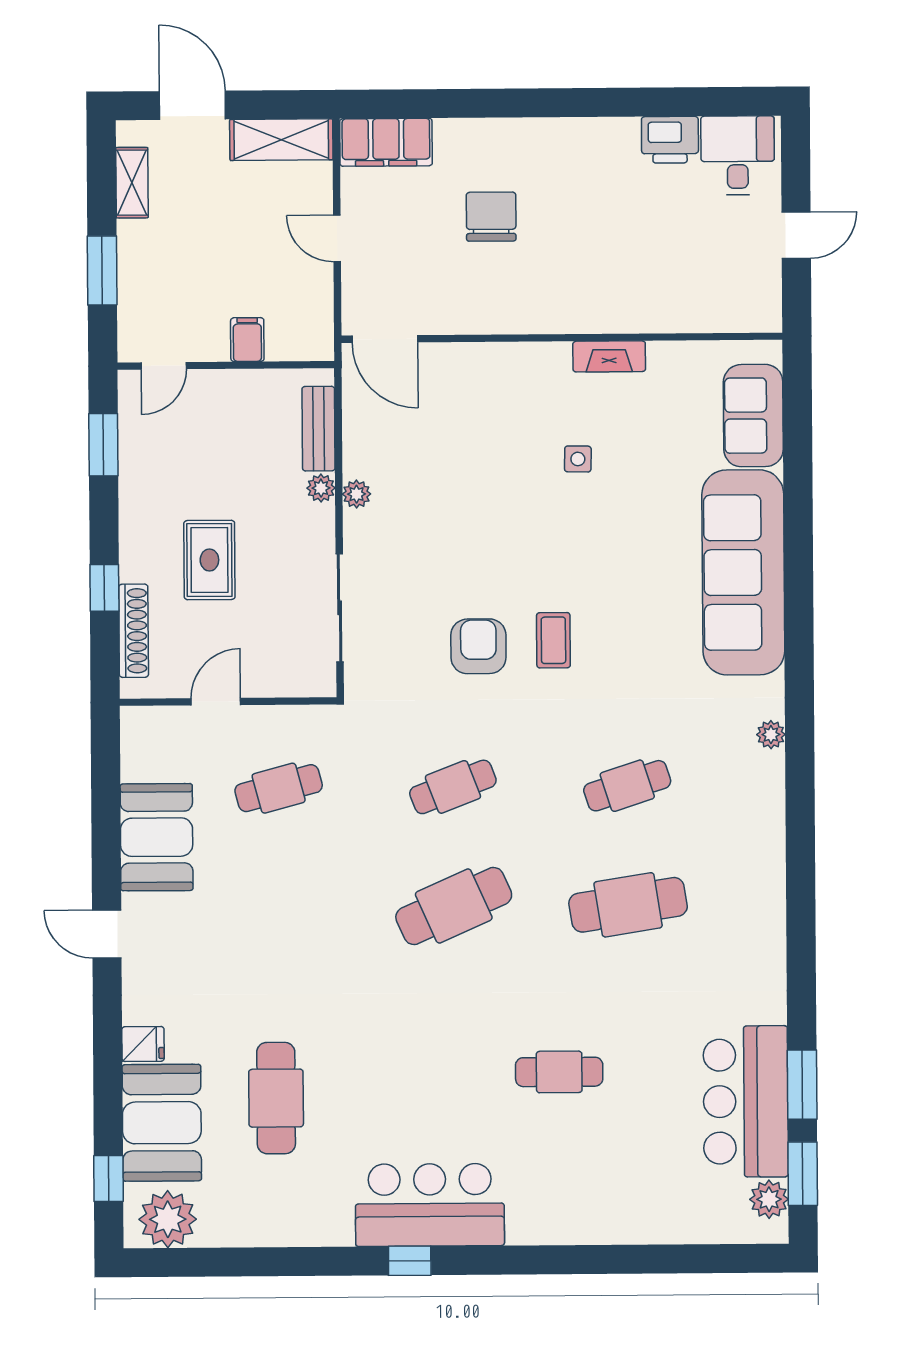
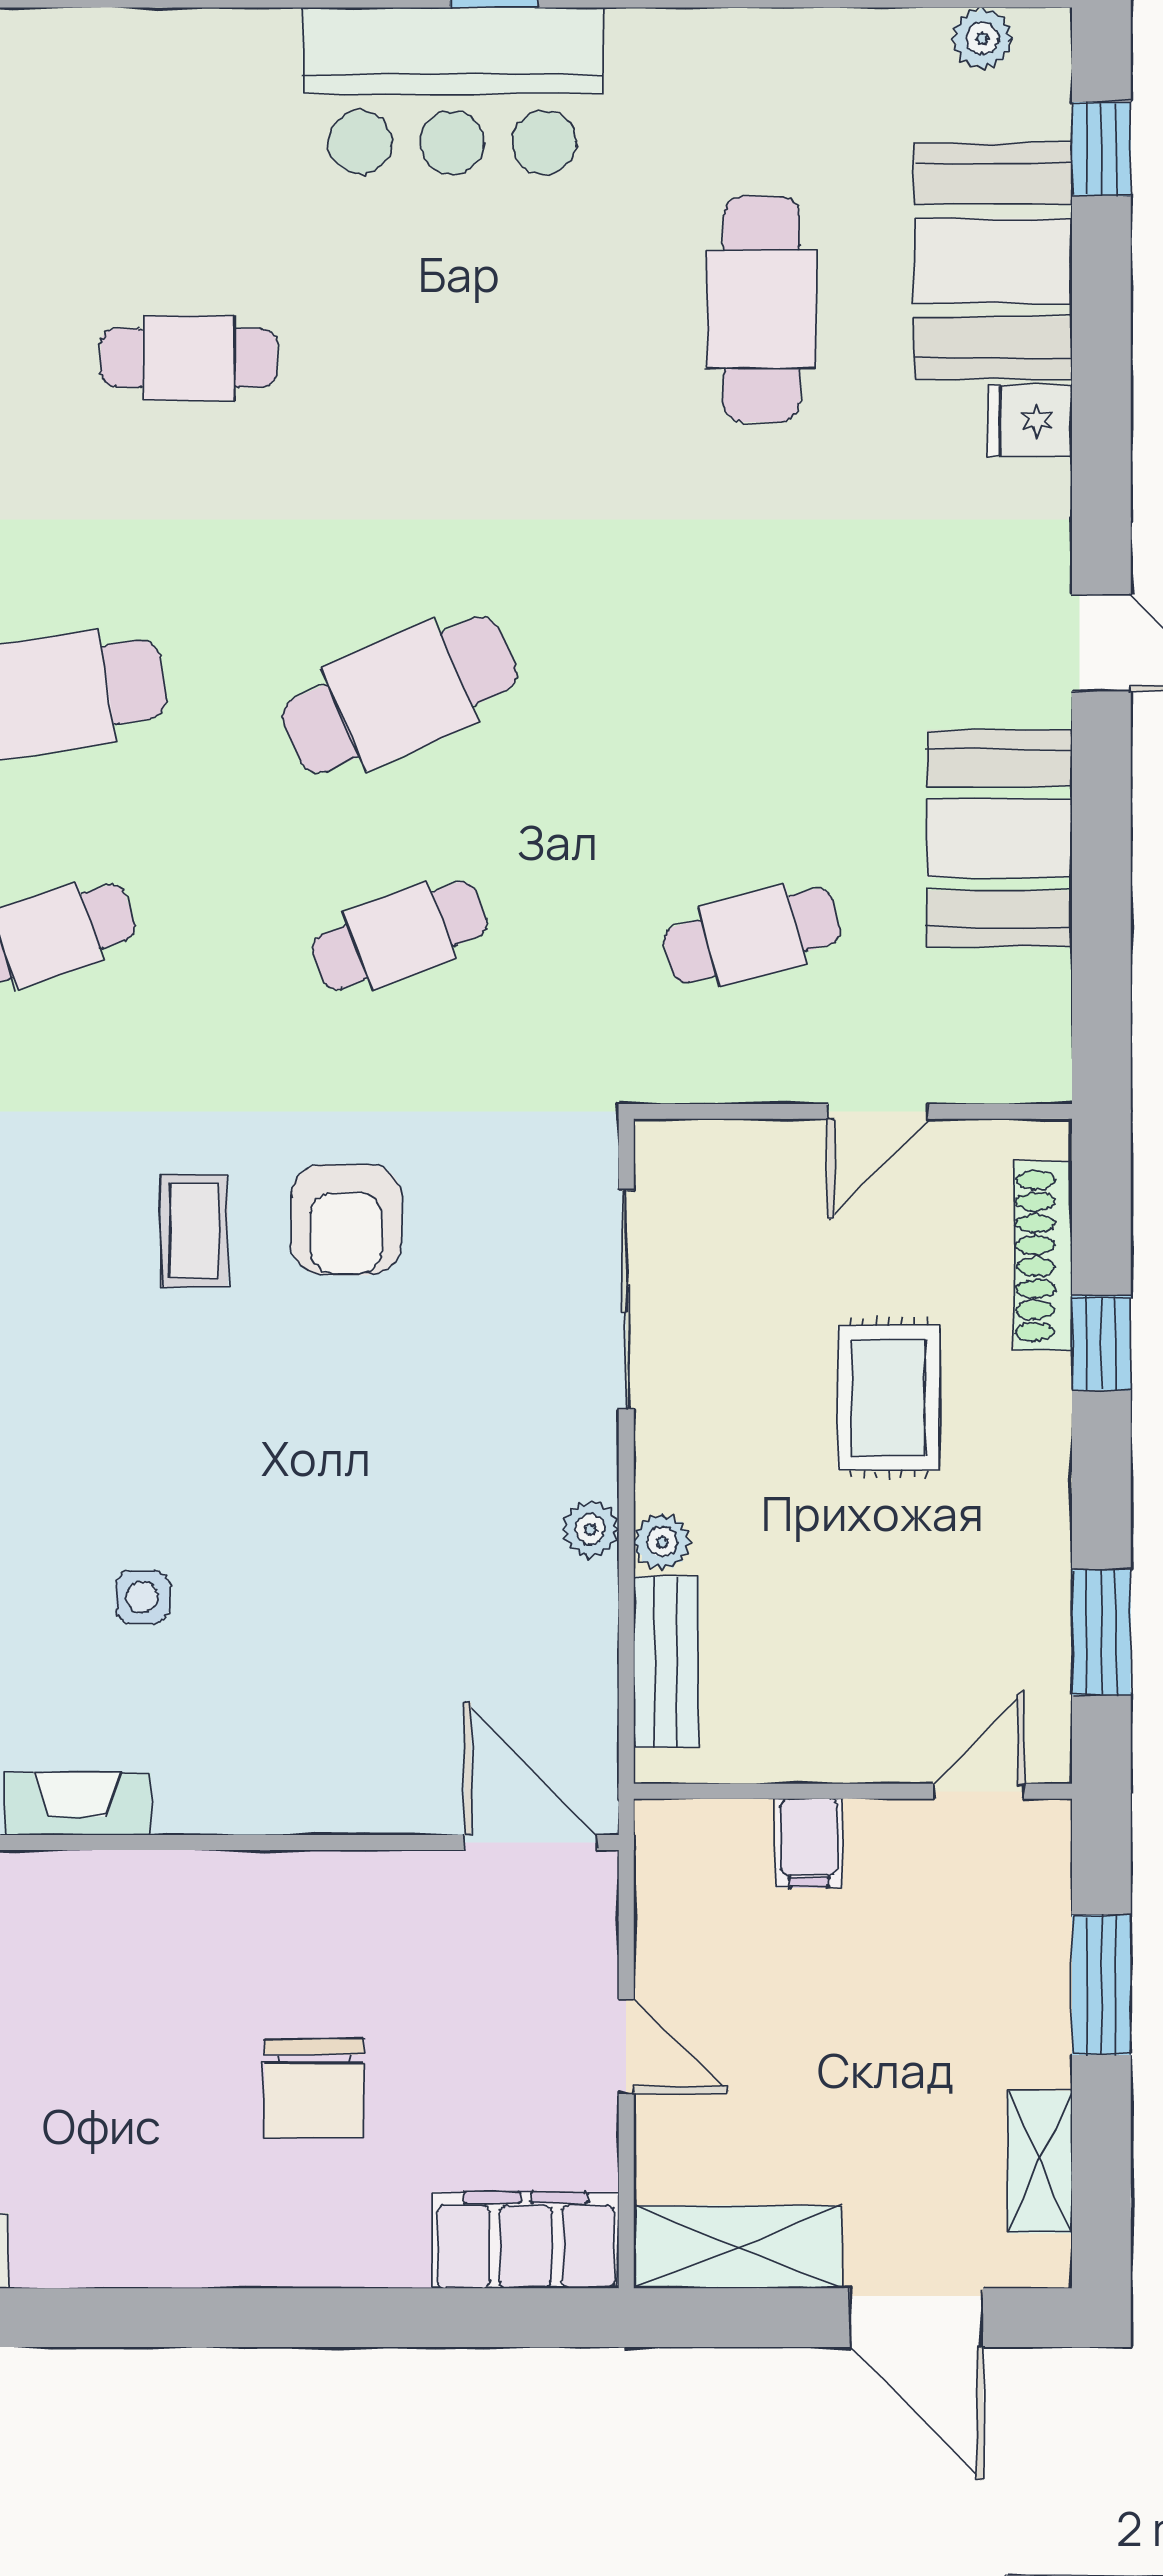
plant: (168, 1219) -> (982, 38), width x0.53, depth x0.53

